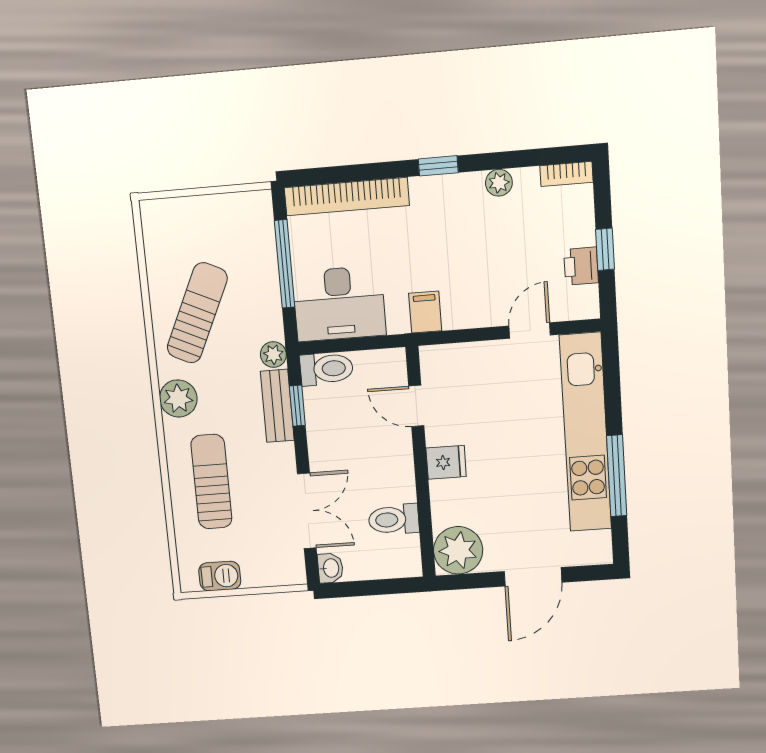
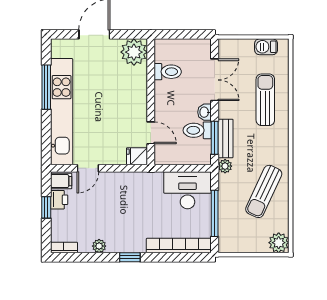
filing cabinet: (425, 312) -> (61, 181), moved, turned -90
toilet: (326, 369) -> (197, 130), moved
plant: (178, 398) -> (279, 243), moved
window: (297, 406) -> (215, 138), width x1.50
fridge: (446, 462) -> (137, 156), moved
sun lounger: (211, 482) -> (265, 100), turned 180
double door: (307, 511) -> (215, 80), swing flipped
washbasin: (330, 568) -> (205, 112), moved

